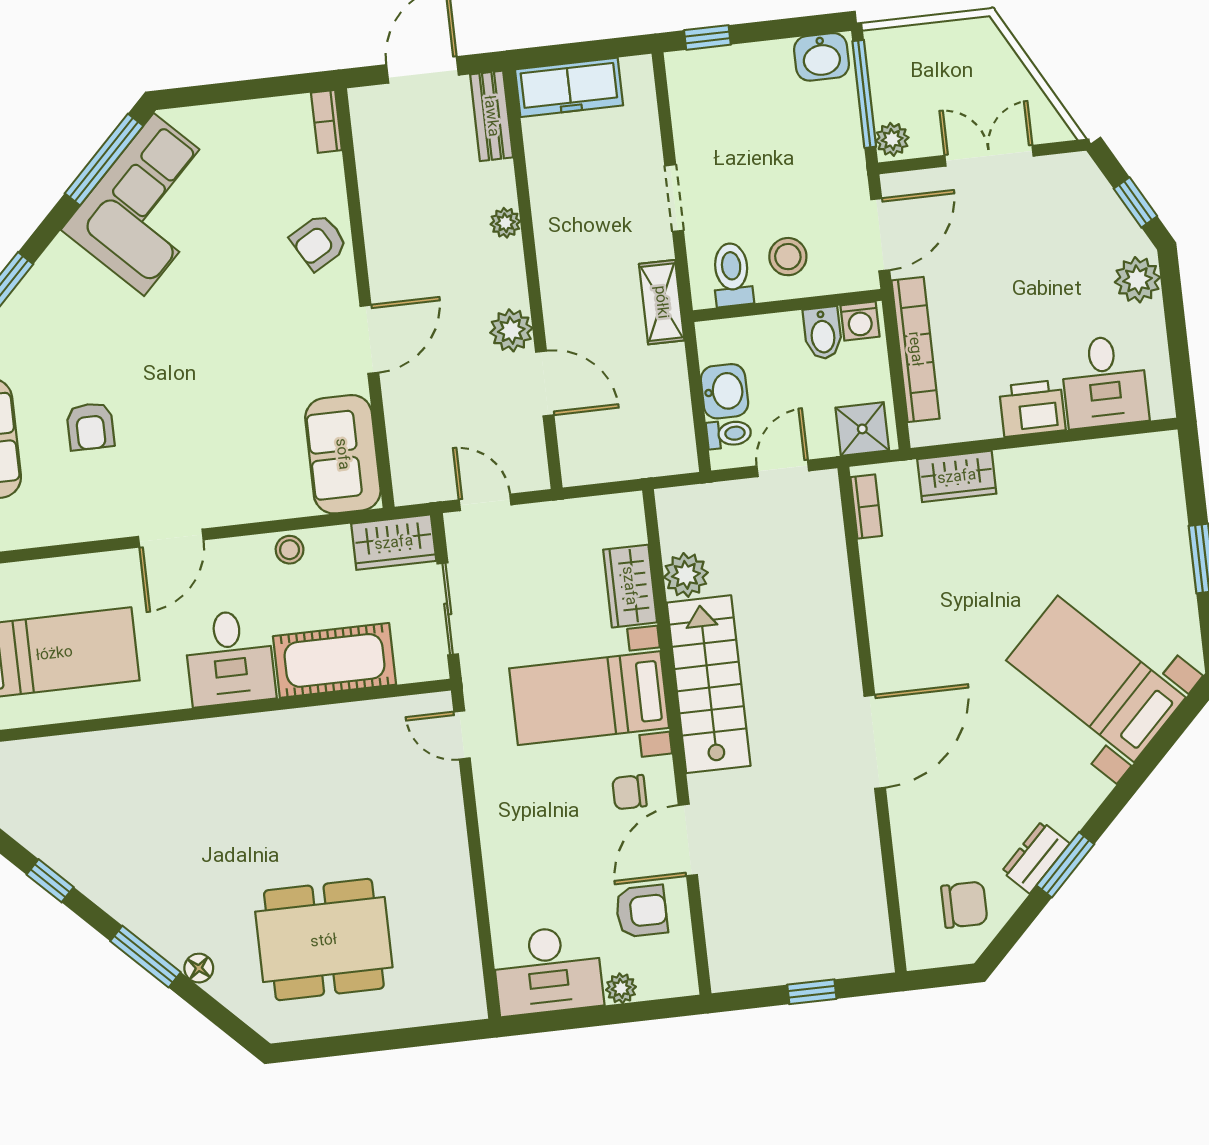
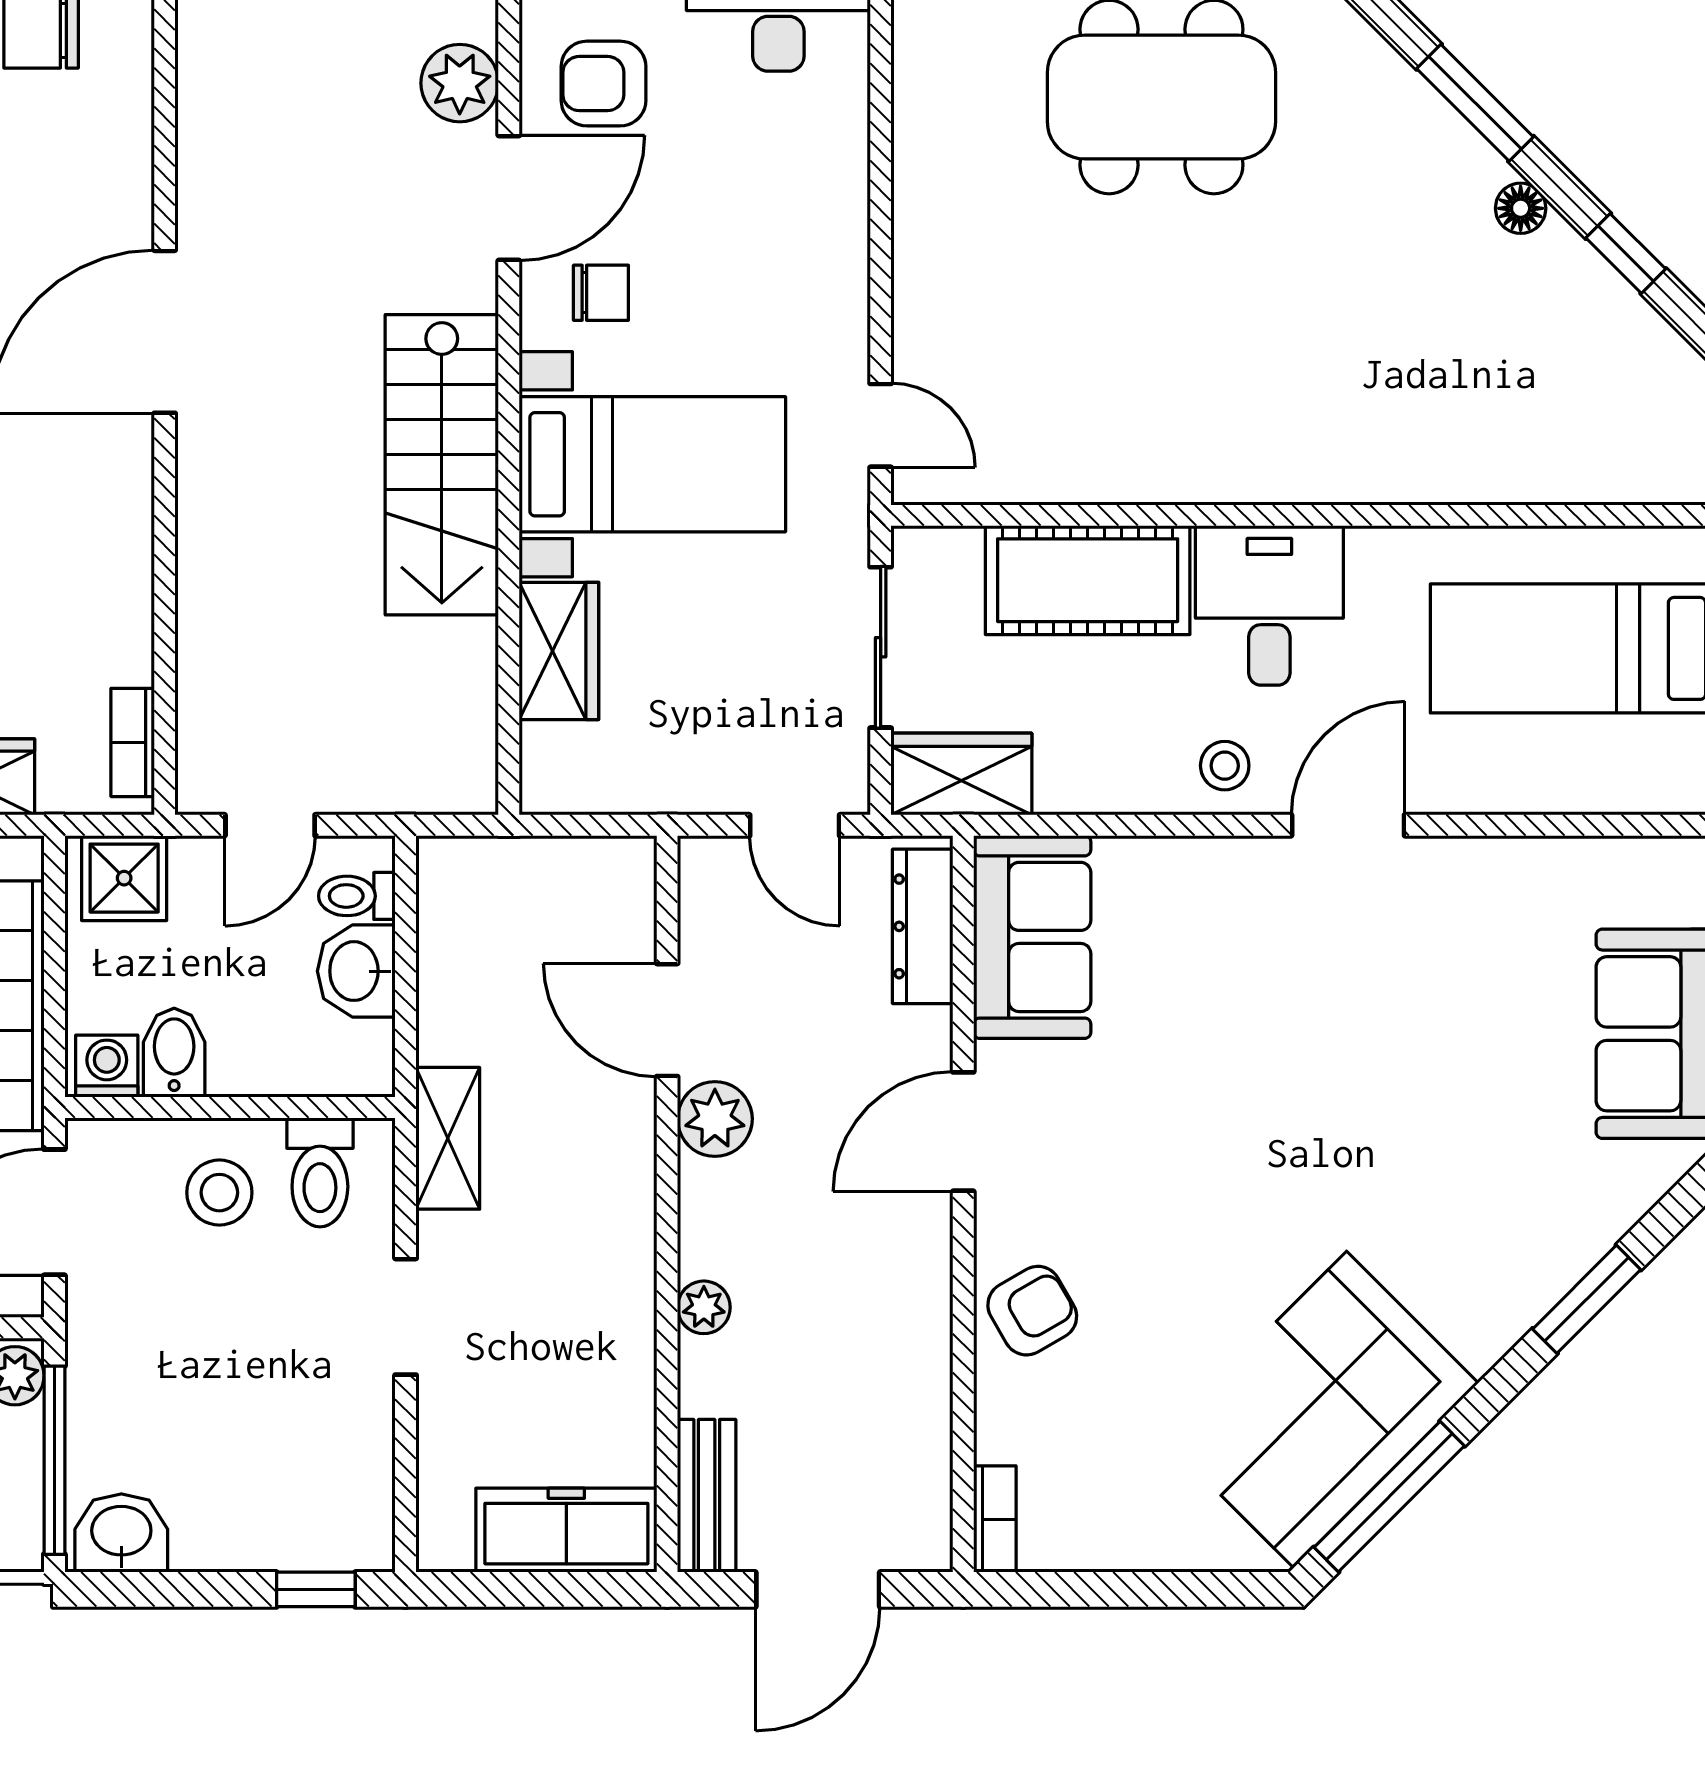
armchair: (90, 426) -> (1466, 1036), removed
dresser: (406, 453) -> (923, 926), added
stool: (290, 550) -> (1225, 766), moved
plant: (686, 575) -> (460, 83), moved
floor lamp: (199, 968) -> (1521, 208), moved

